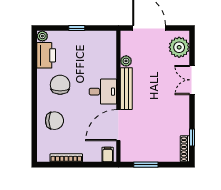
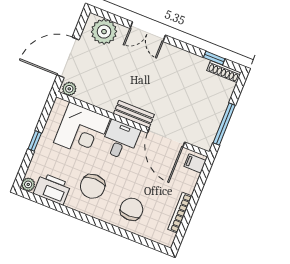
corner desk: (99, 60) -> (82, 130), added
plant: (126, 61) -> (69, 89), moved
chair: (60, 85) -> (93, 186), turned -90
bench: (126, 89) -> (134, 114), width x0.73
window: (146, 165) -> (224, 124), width x1.44

